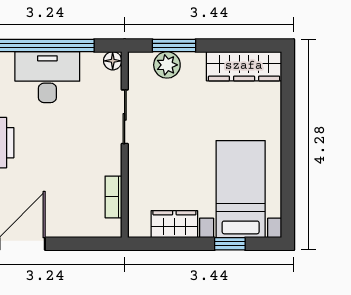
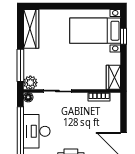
window: (174, 46) -> (20, 65), width x1.44
plant: (167, 65) -> (30, 83), moved
wardrobe: (174, 224) -> (113, 77), moved

